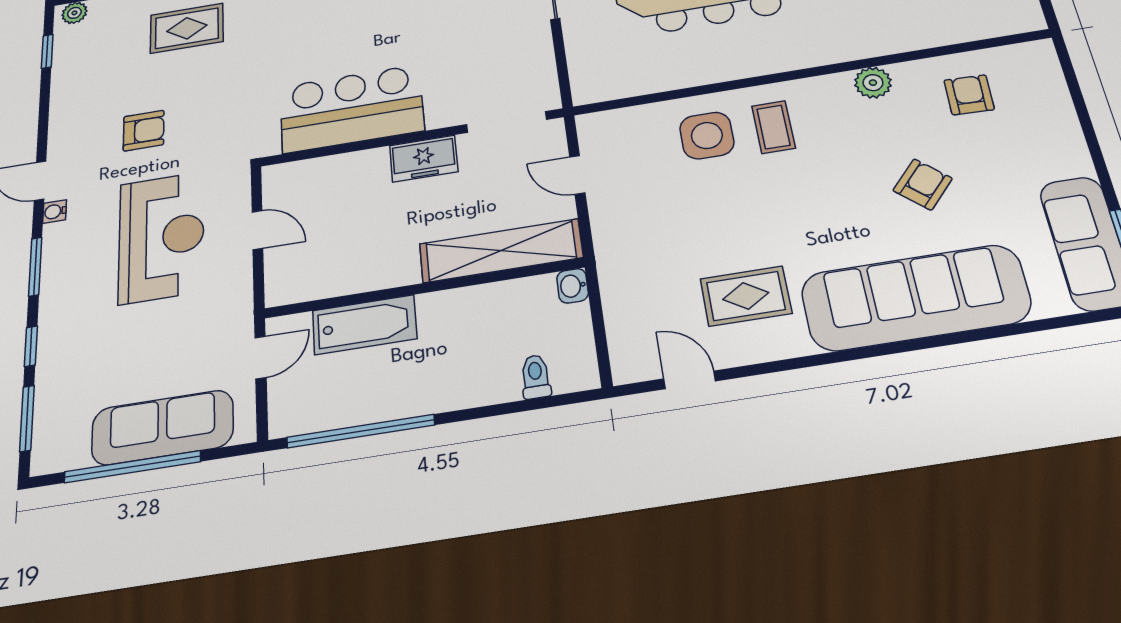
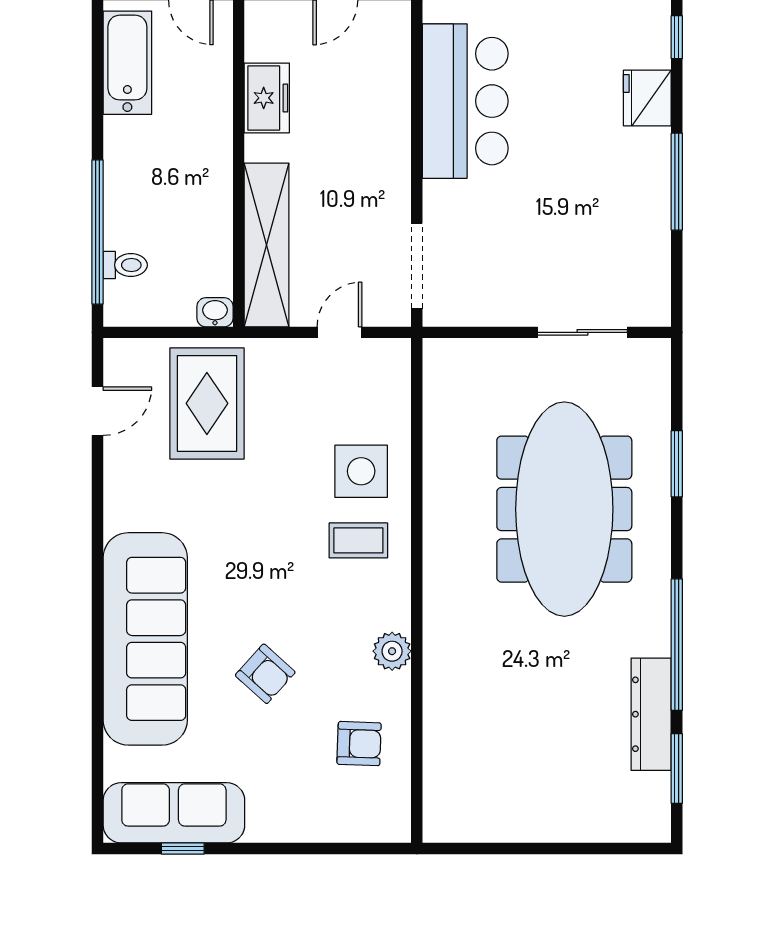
freezer: (424, 159) -> (267, 98), moved, turned 180
rug: (746, 296) -> (207, 403), moved, width x1.36, depth x1.43
bathtub: (364, 325) -> (127, 63), moved, turned 180
window: (361, 431) -> (97, 232), moved

